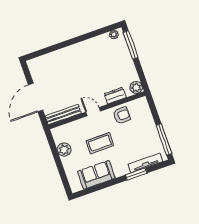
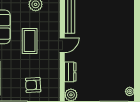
armchair: (122, 115) -> (33, 85), moved, turned 87

